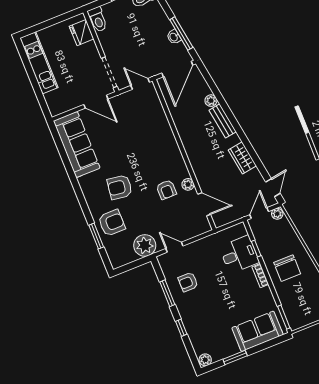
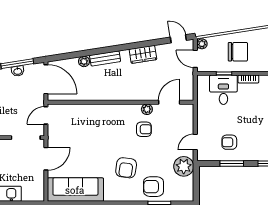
armchair: (112, 223) -> (154, 187), turned -90
chair: (287, 268) -> (238, 52), moved
armchair: (188, 282) -> (229, 142), turned 90

